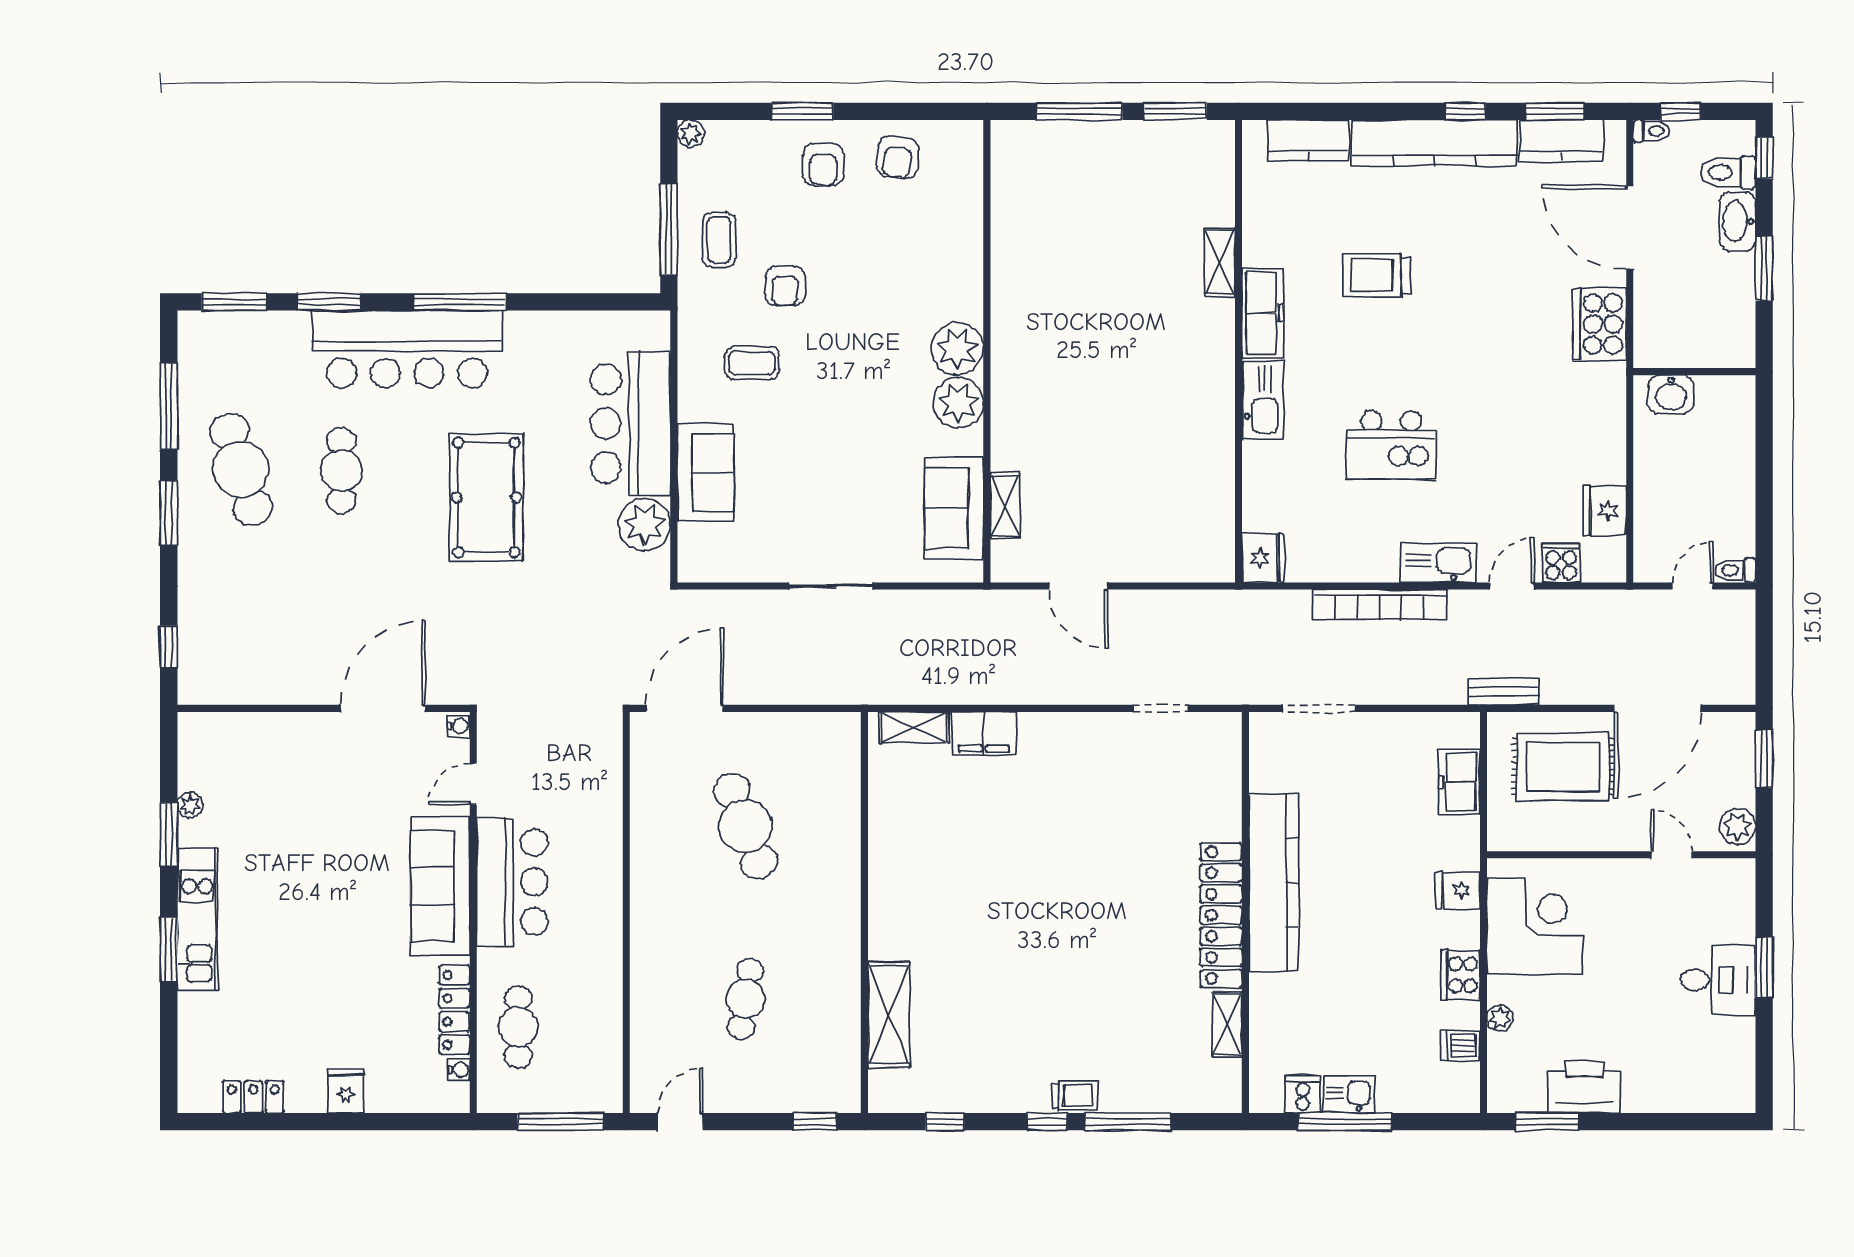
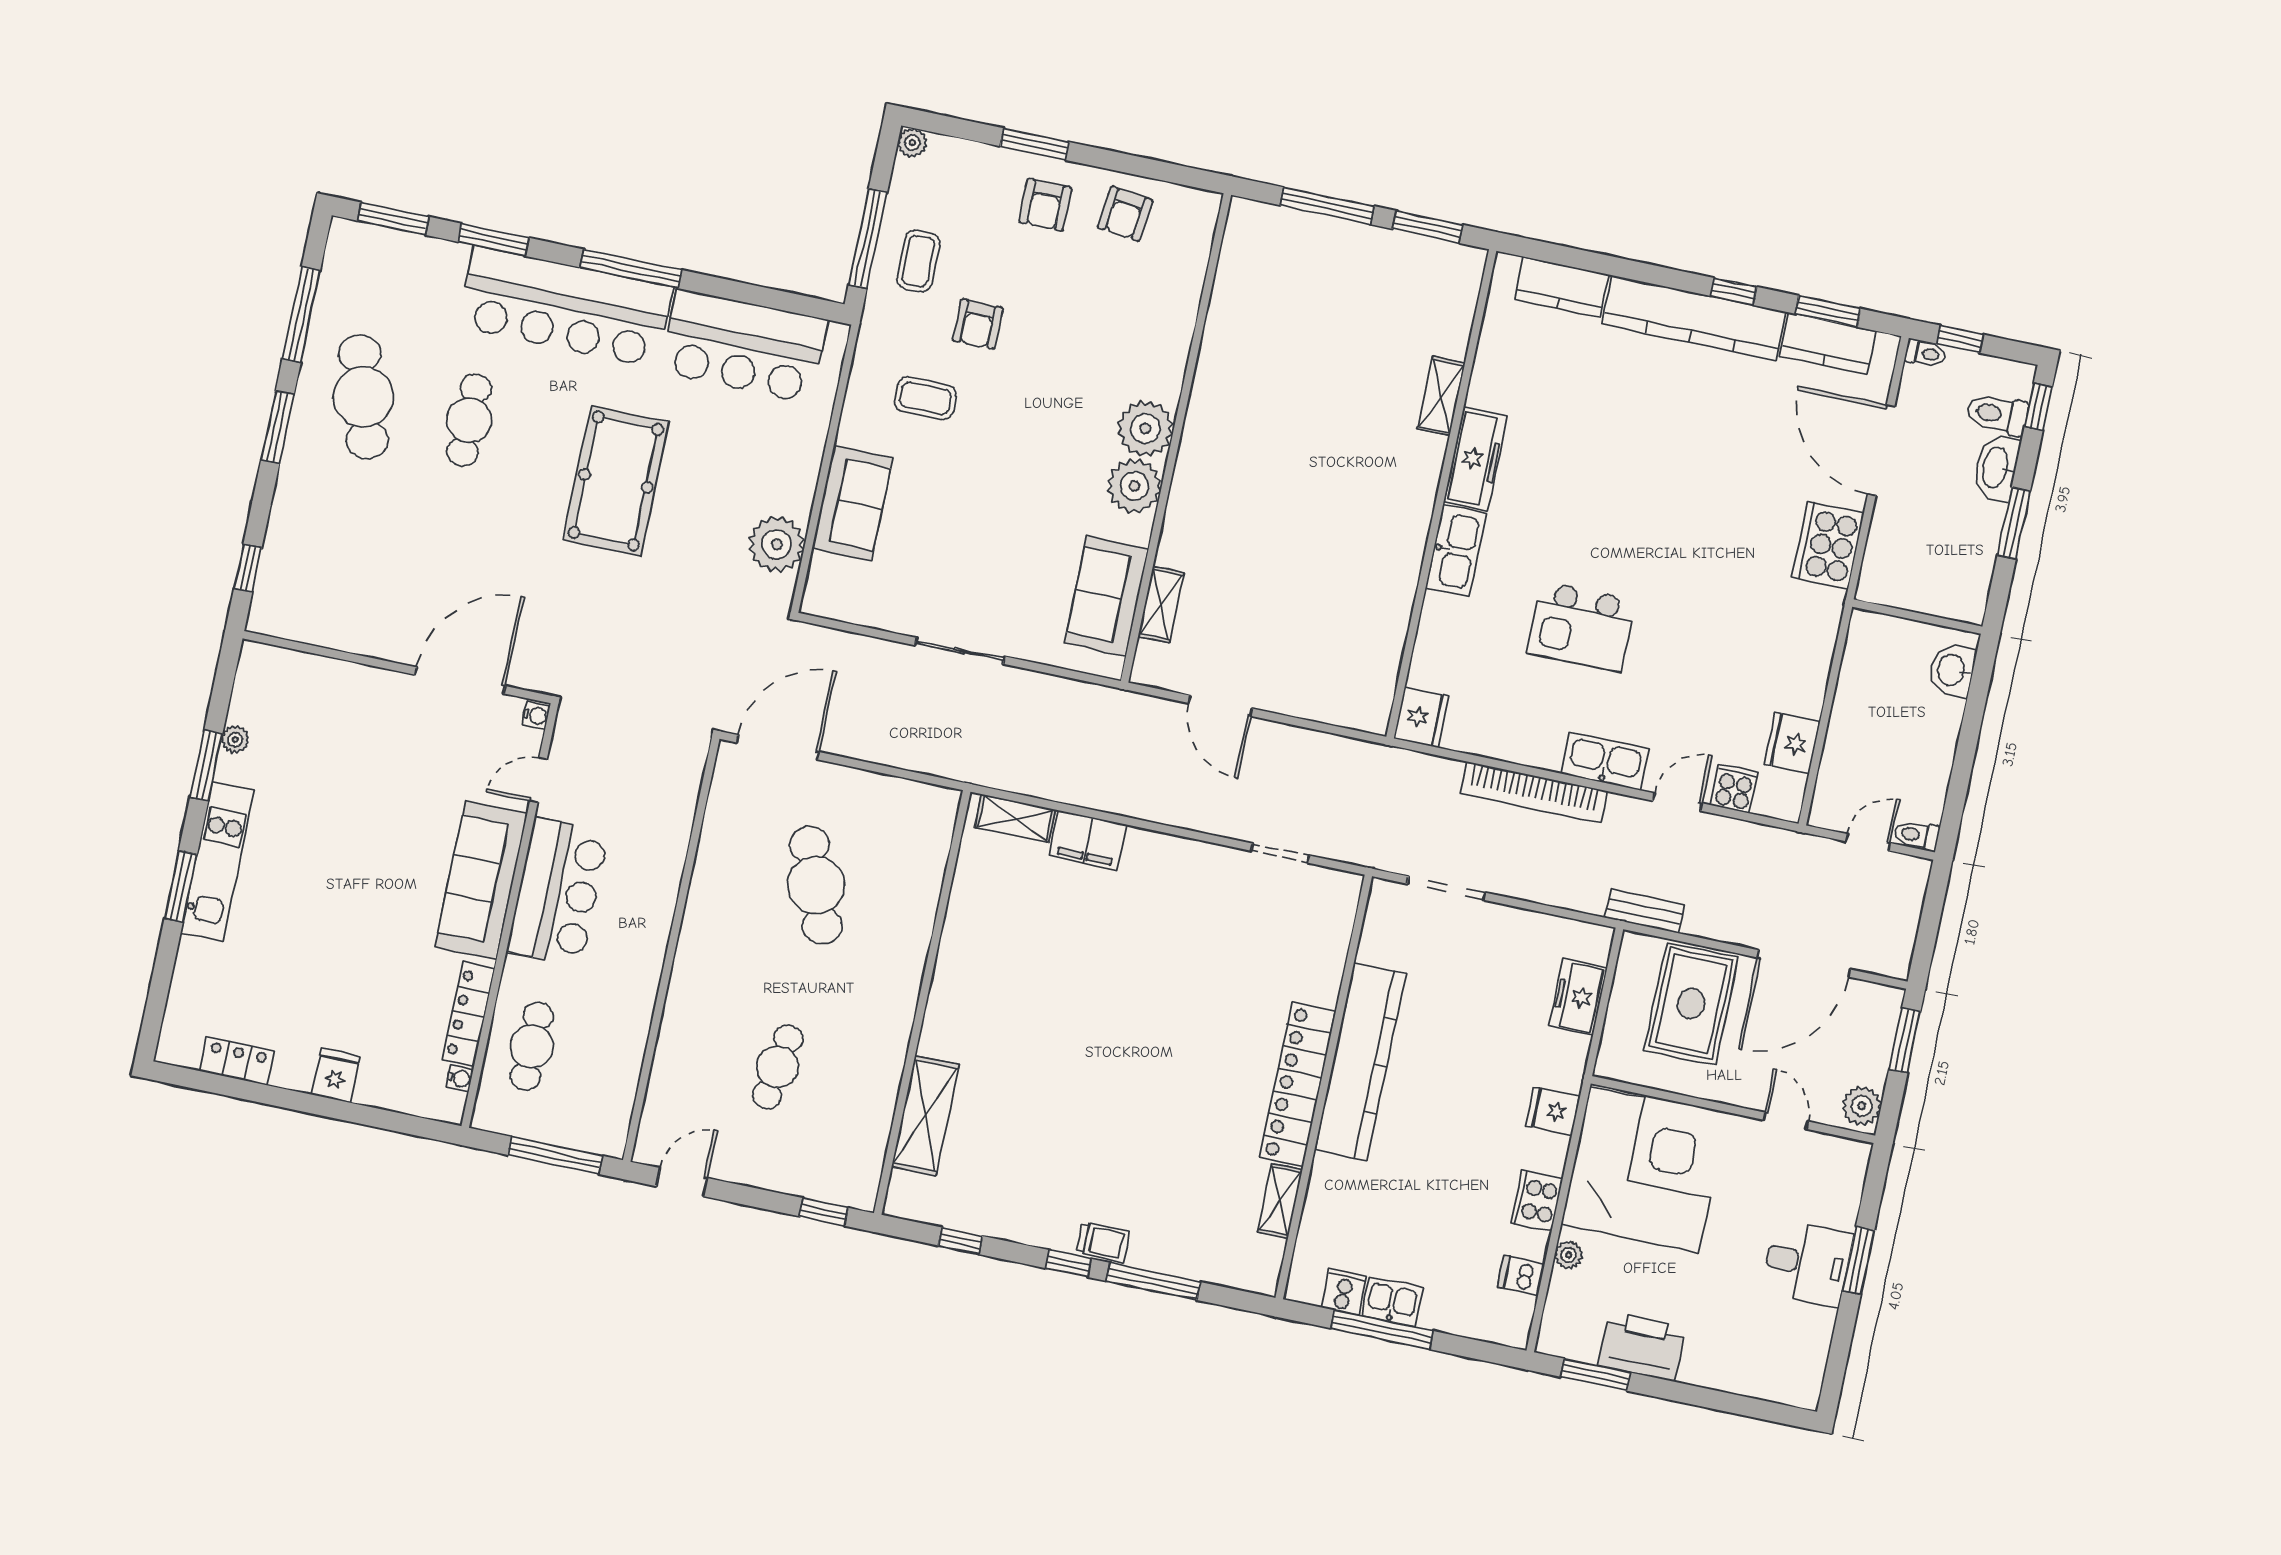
trolley: (1377, 275) -> (1604, 444), removed
washbasin: (1671, 394) -> (1952, 670), moved, turned 90
bar counter: (631, 424) -> (744, 346), moved, turned -90
rug: (1563, 766) -> (1691, 1004), turned 90
corner desk: (1535, 926) -> (1644, 1170), width x1.36, depth x1.36

